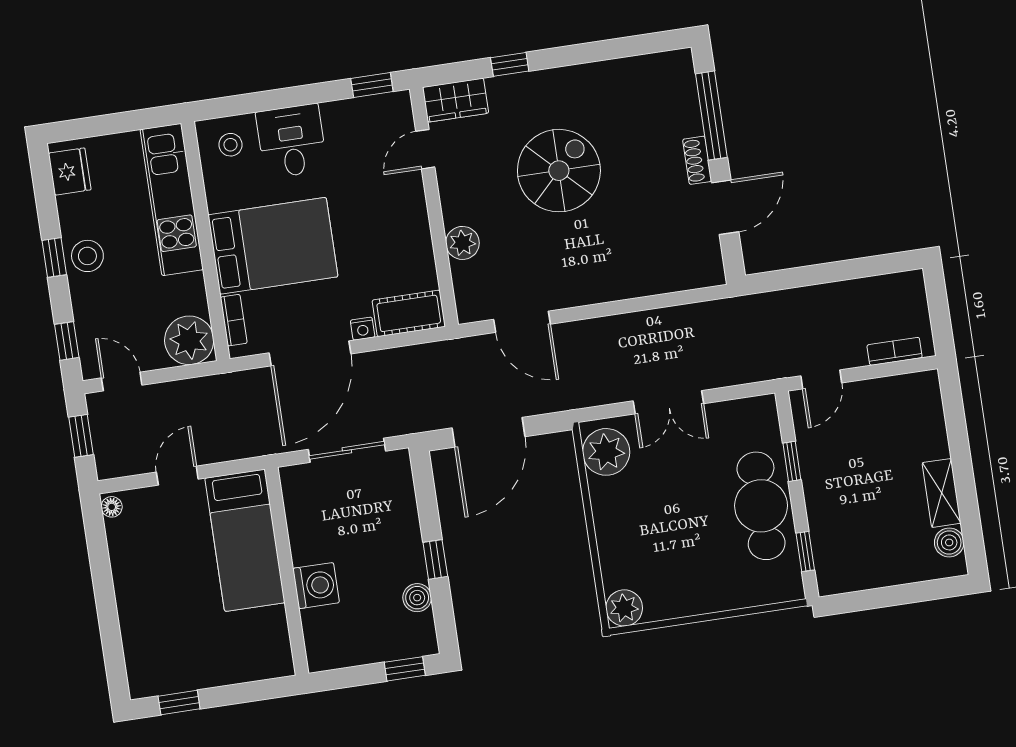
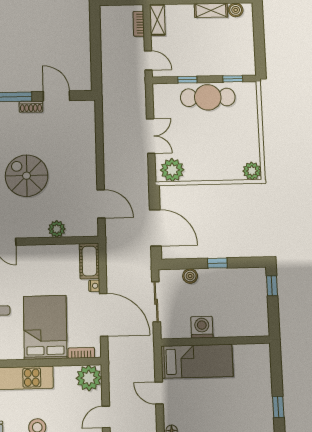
door: (522, 322) -> (101, 204), hinge flipped
shelving: (908, 388) -> (157, 20), added
washing machine: (316, 586) -> (202, 327), moved
boiler: (417, 598) -> (190, 276), moved

